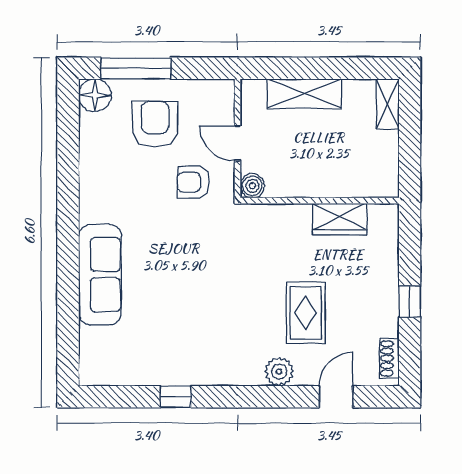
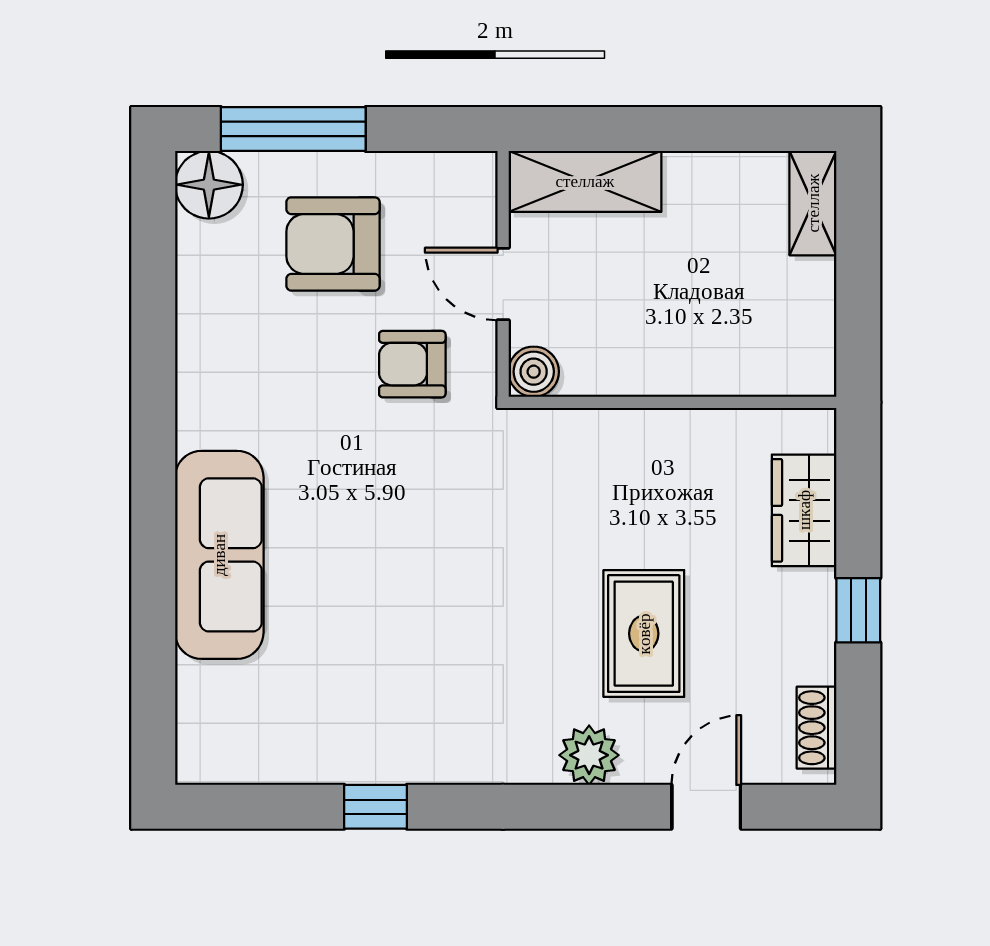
shelving: (304, 94) -> (585, 181), moved
armchair: (155, 124) -> (333, 244), turned -90
wardrobe: (340, 219) -> (804, 510), moved, turned 90

